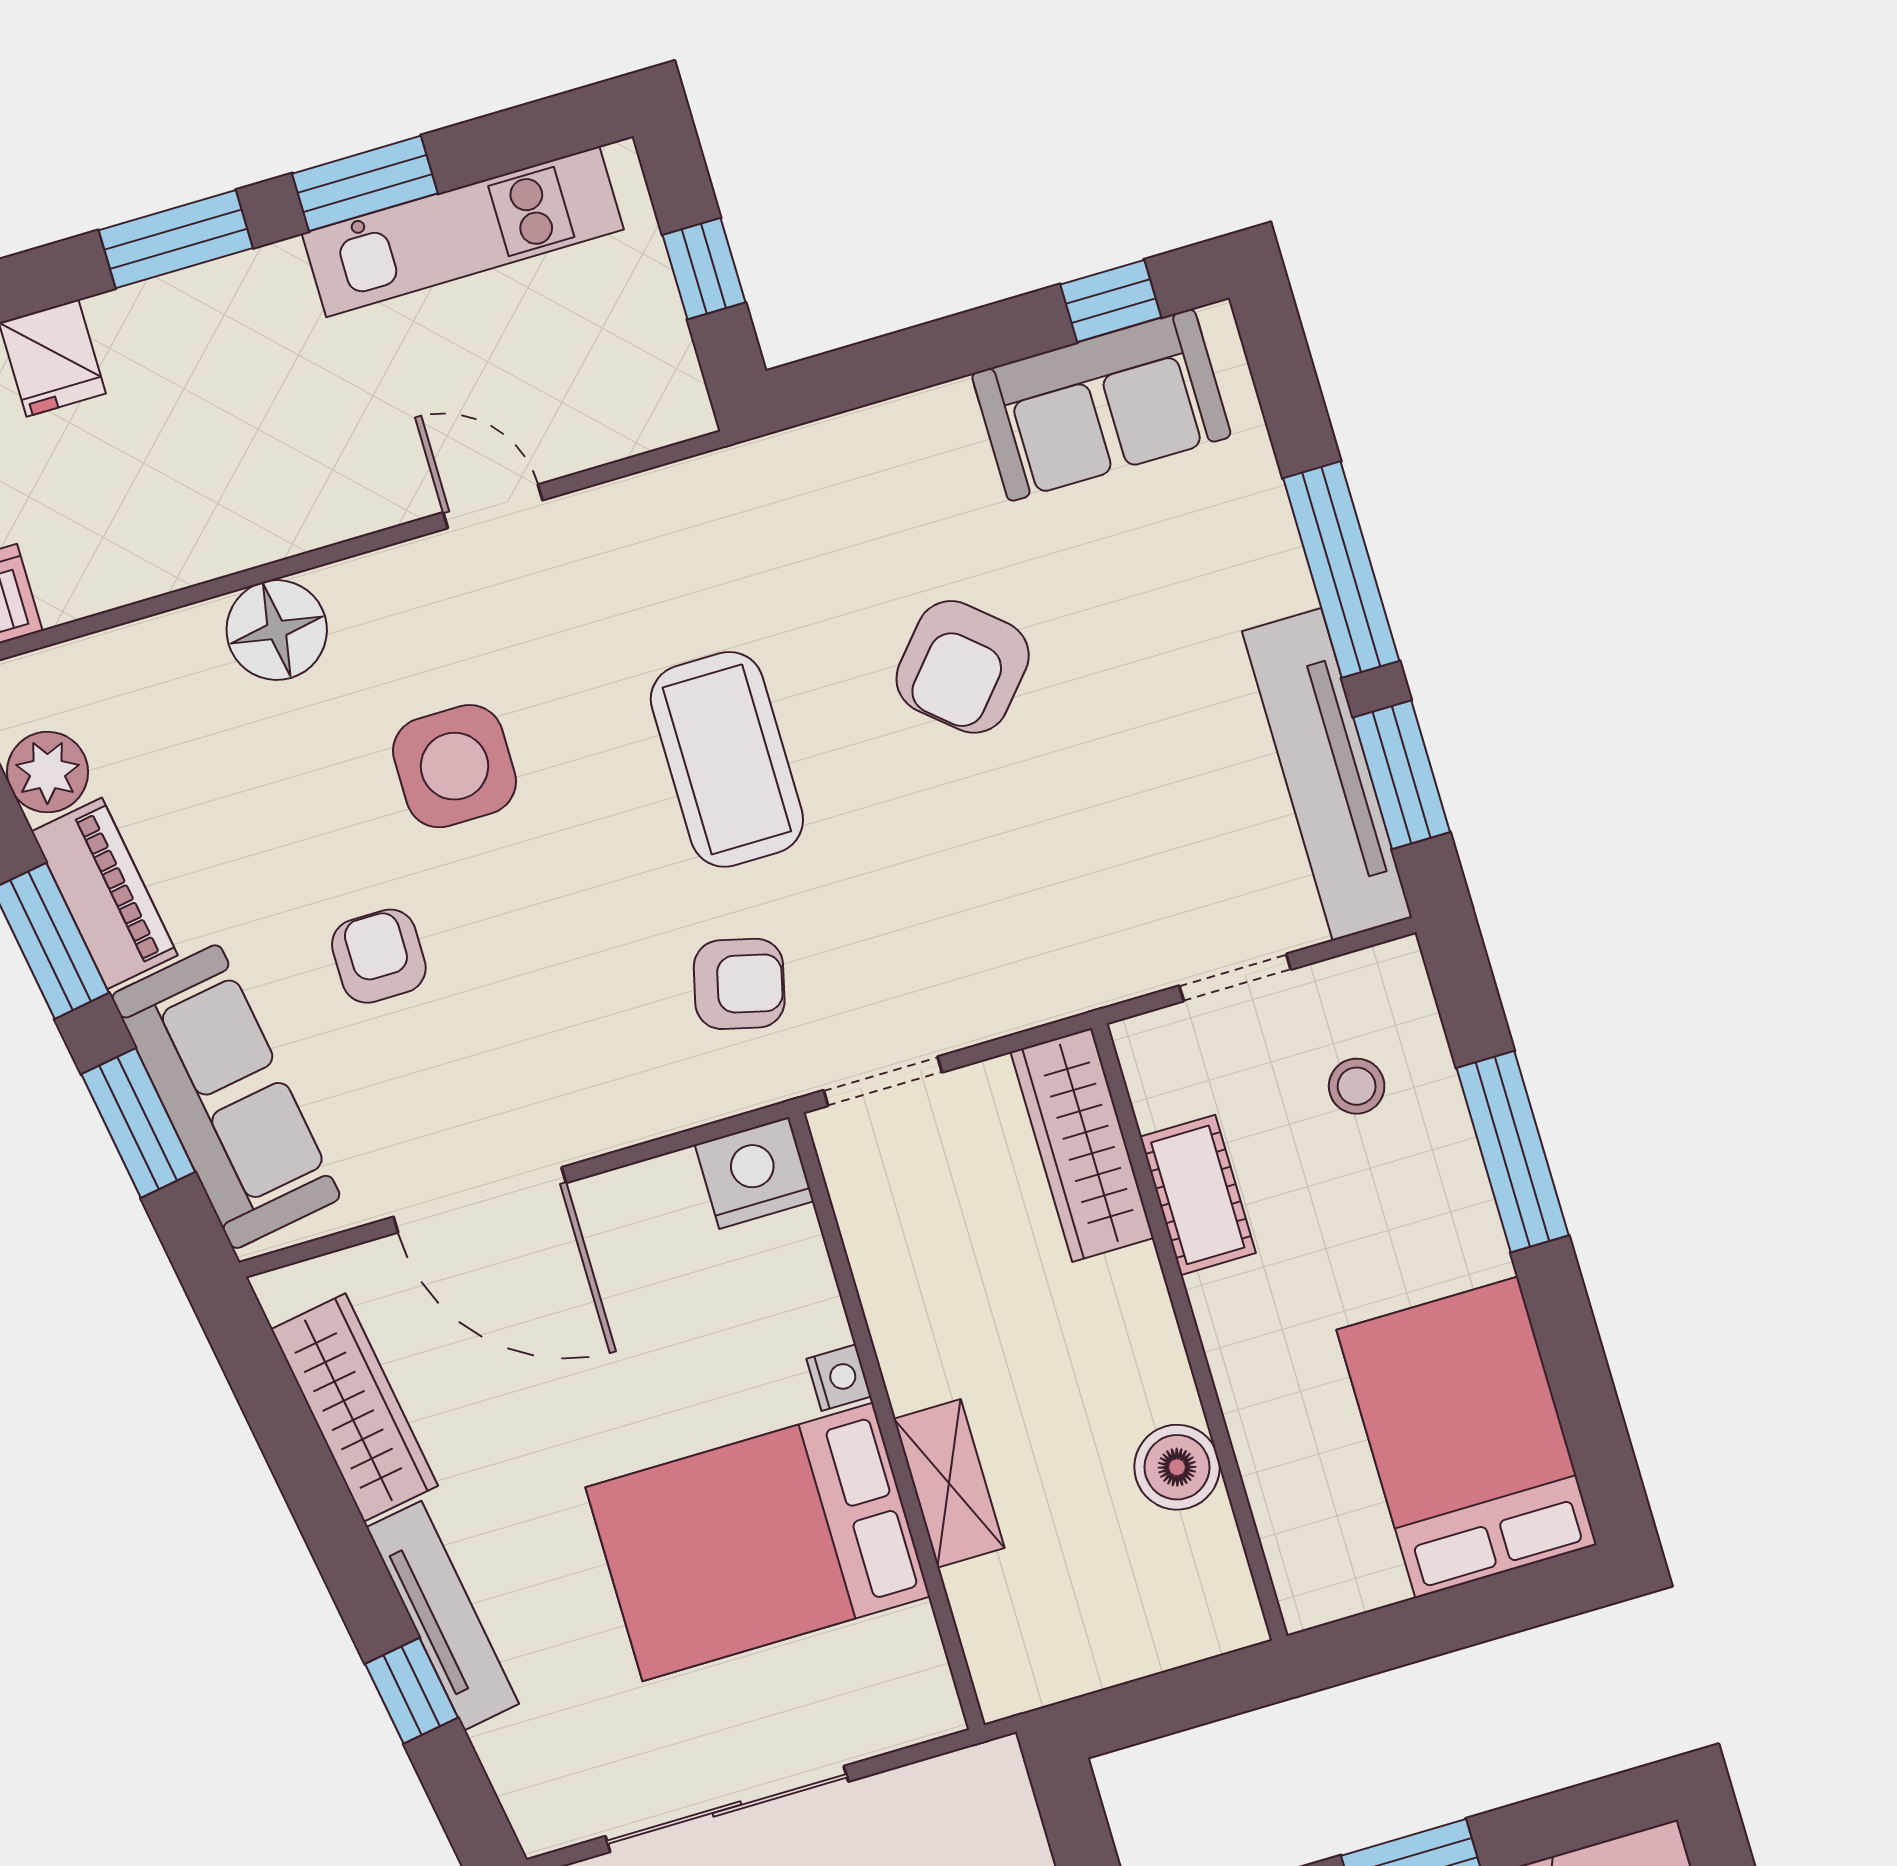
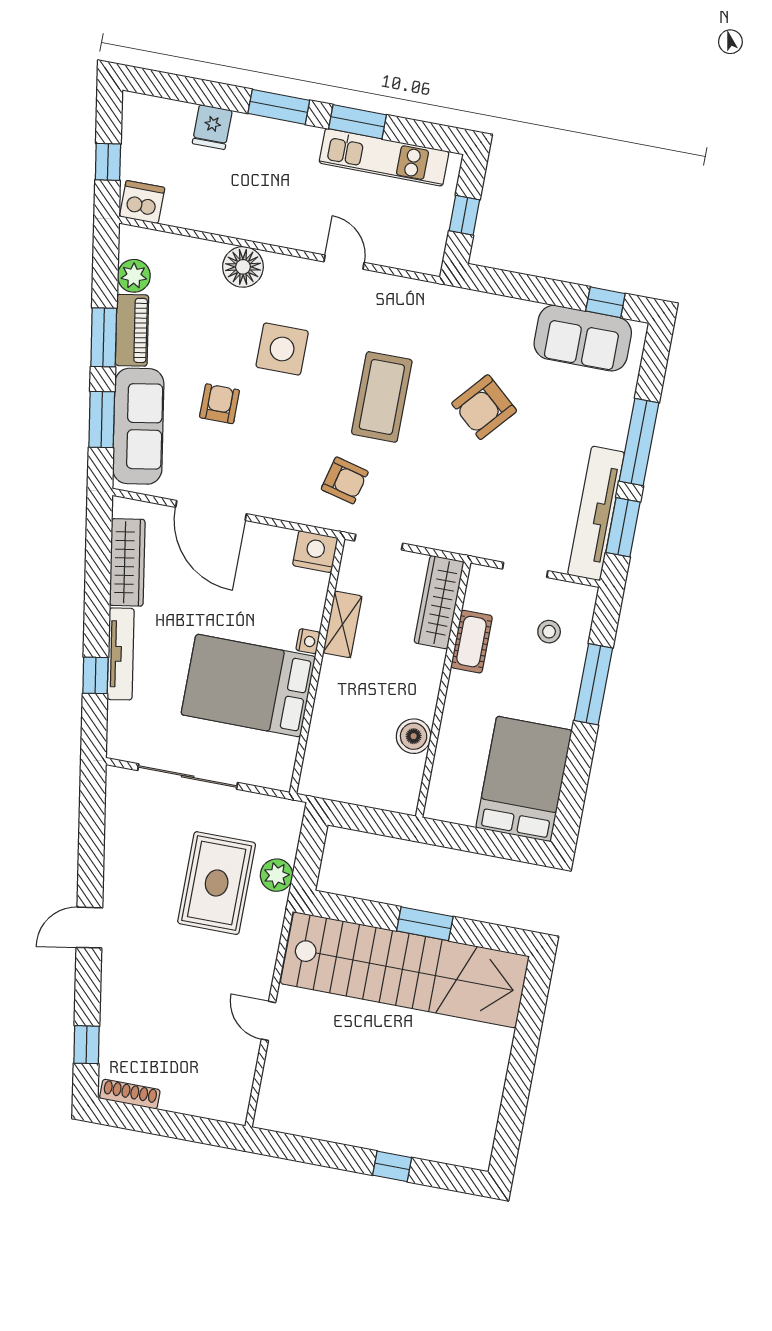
shelving: (949, 1483) -> (342, 624), moved

